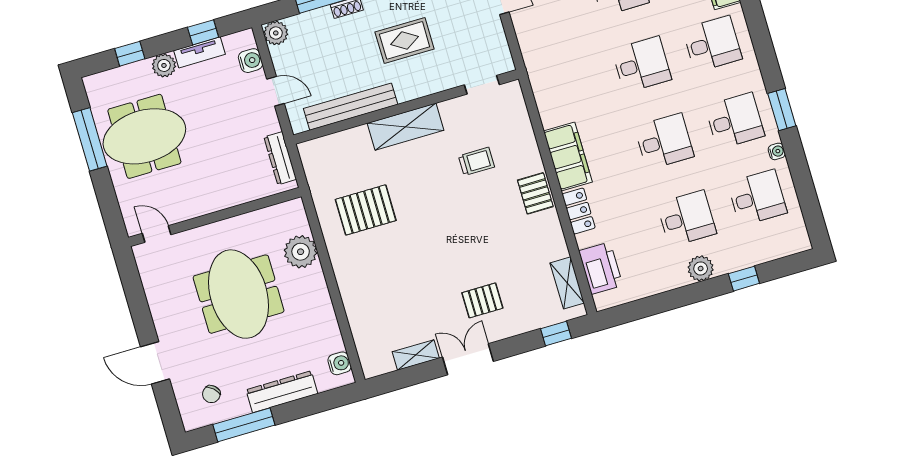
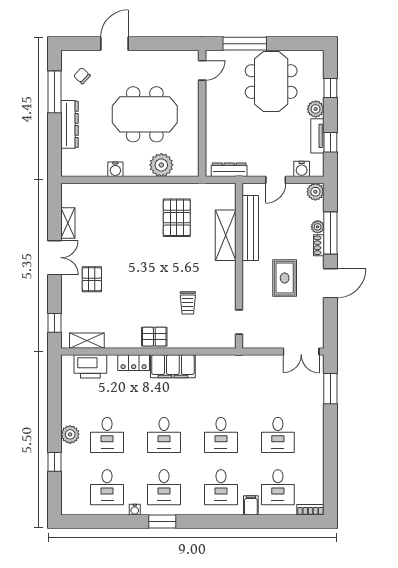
plant: (322, 16) -> (318, 227), added
shelving: (406, 127) -> (226, 235), moved
window: (90, 139) -> (245, 44), moved
water cooler: (339, 363) -> (115, 169), moved

